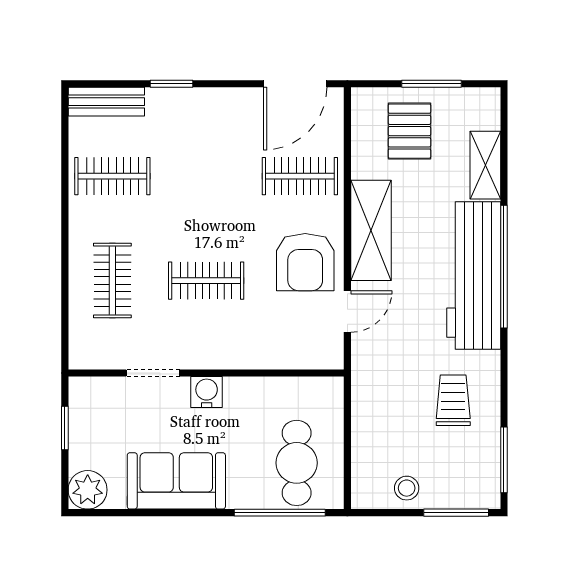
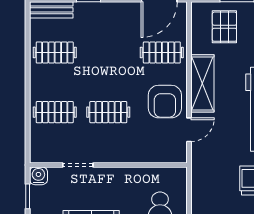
clothes rail: (112, 281) -> (55, 112), turned 90
water cooler: (207, 392) -> (38, 176), moved

